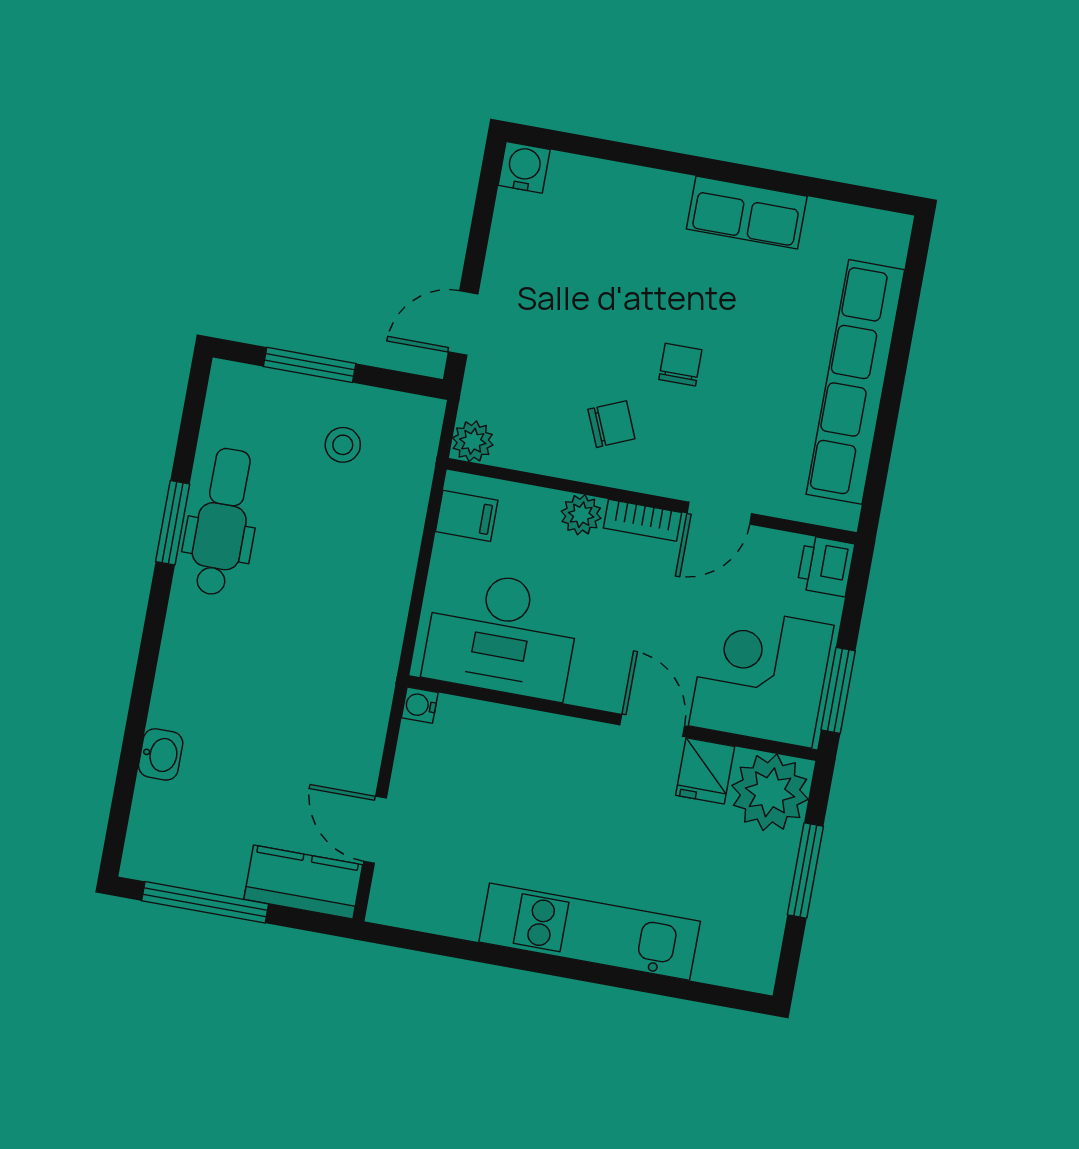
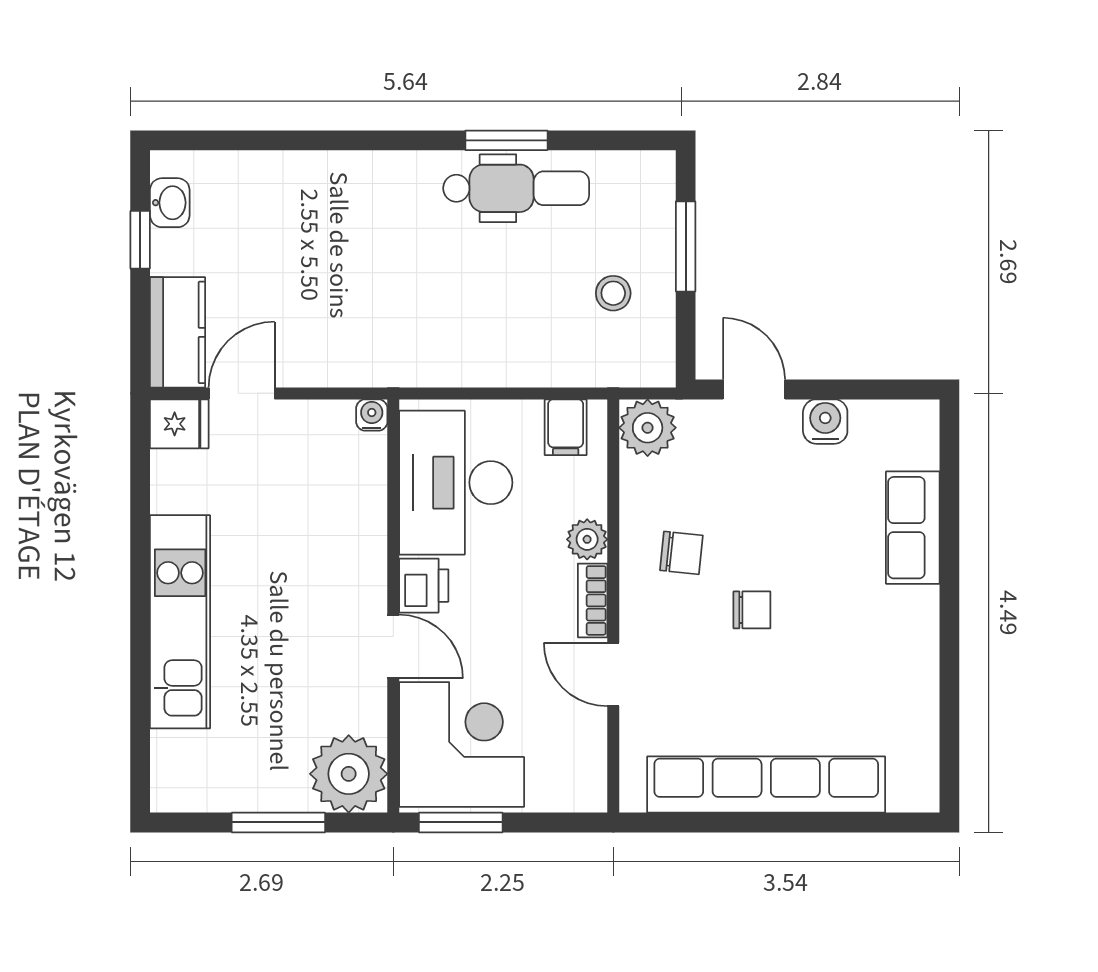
water cooler: (524, 167) -> (825, 422), moved, turned -90
row of seats: (747, 213) -> (913, 528), moved
chair: (611, 424) -> (681, 553), turned -61
plant: (473, 441) -> (648, 428), width x1.38, depth x1.38
printer: (826, 566) -> (424, 586), moved, turned 90
door: (652, 725) -> (393, 647), hinge flipped
washbasin: (161, 754) -> (170, 203), moved, turned -90
fridge: (705, 771) -> (179, 424), moved, turned 180
window: (205, 902) -> (140, 240), width x0.46

